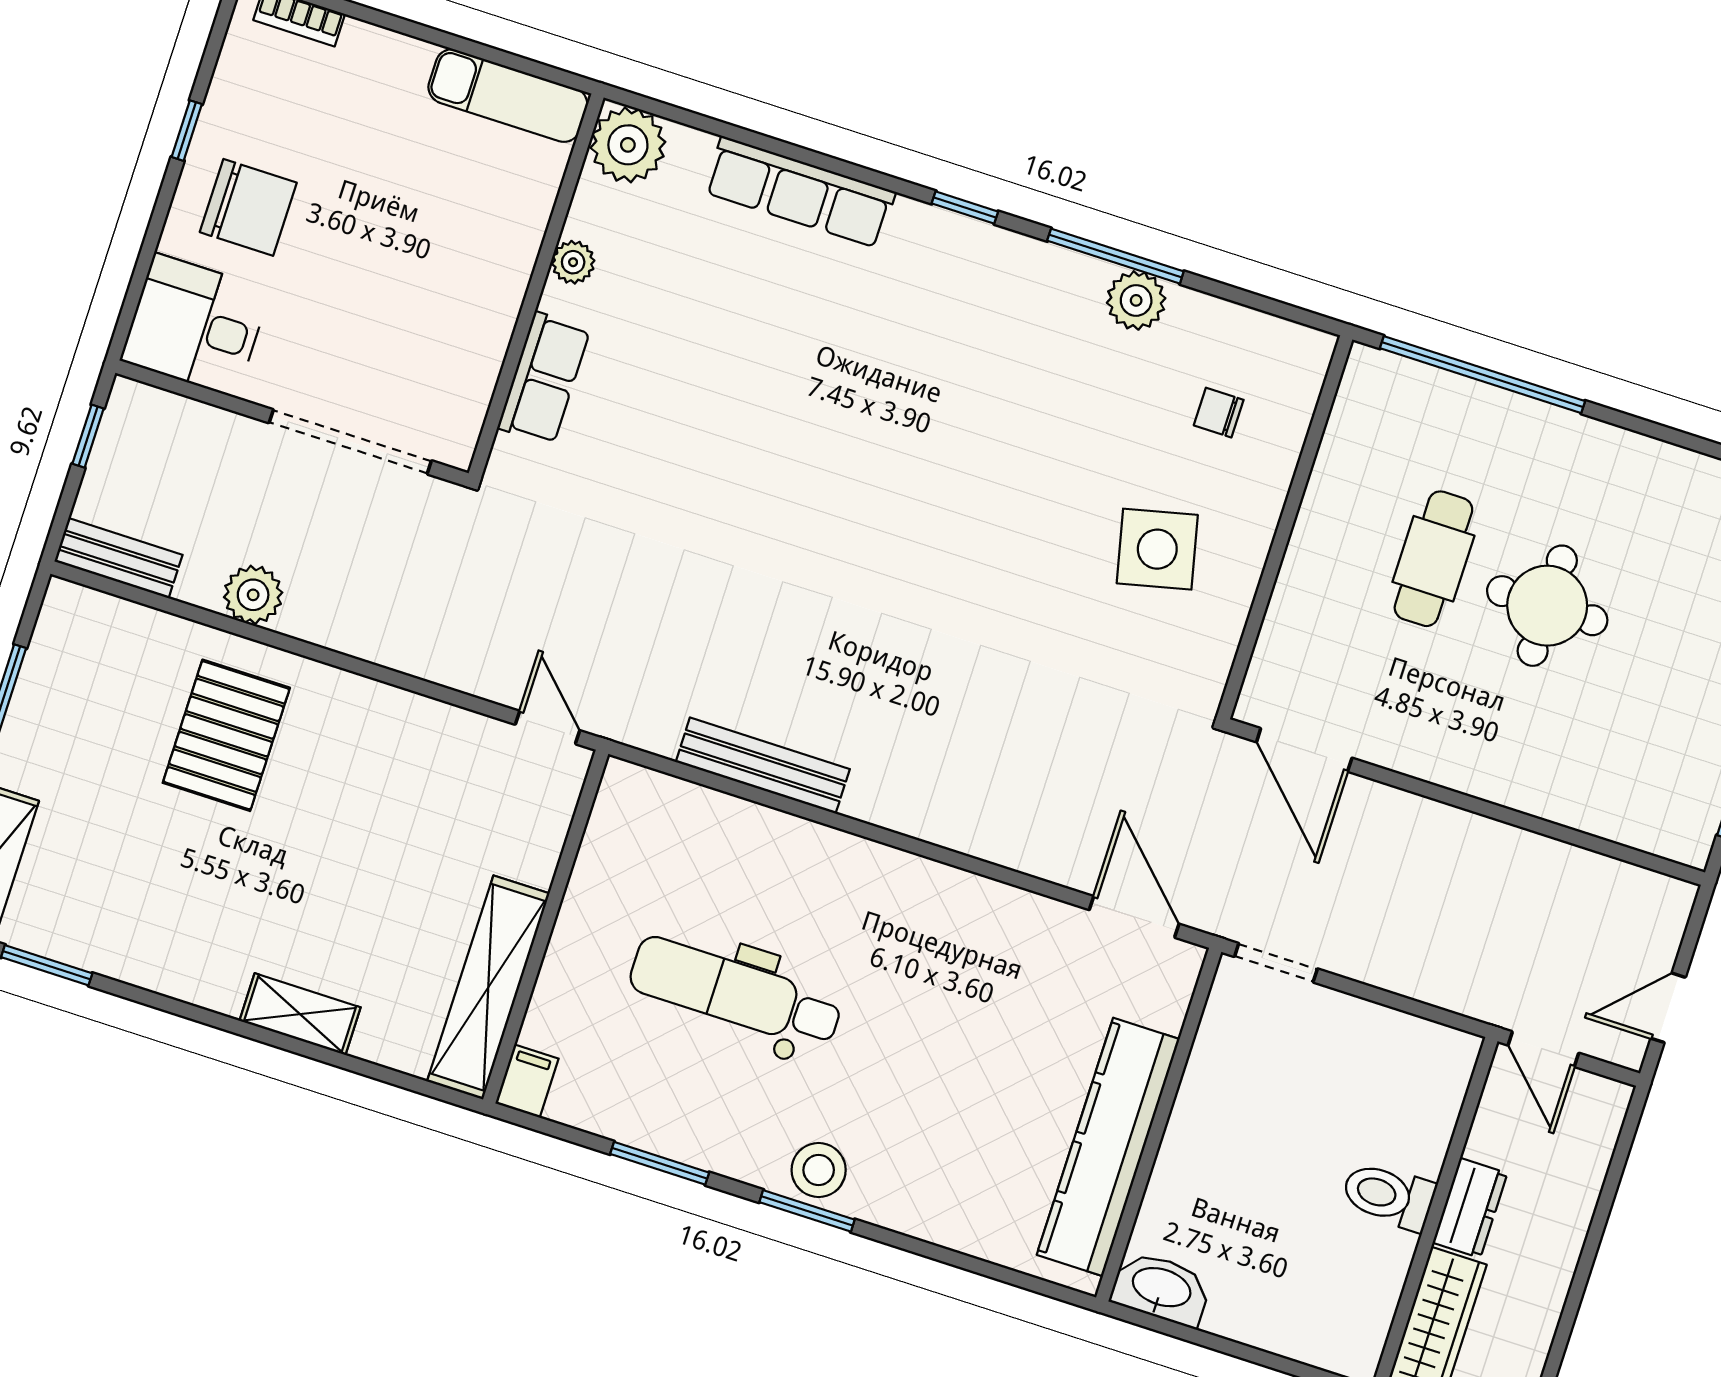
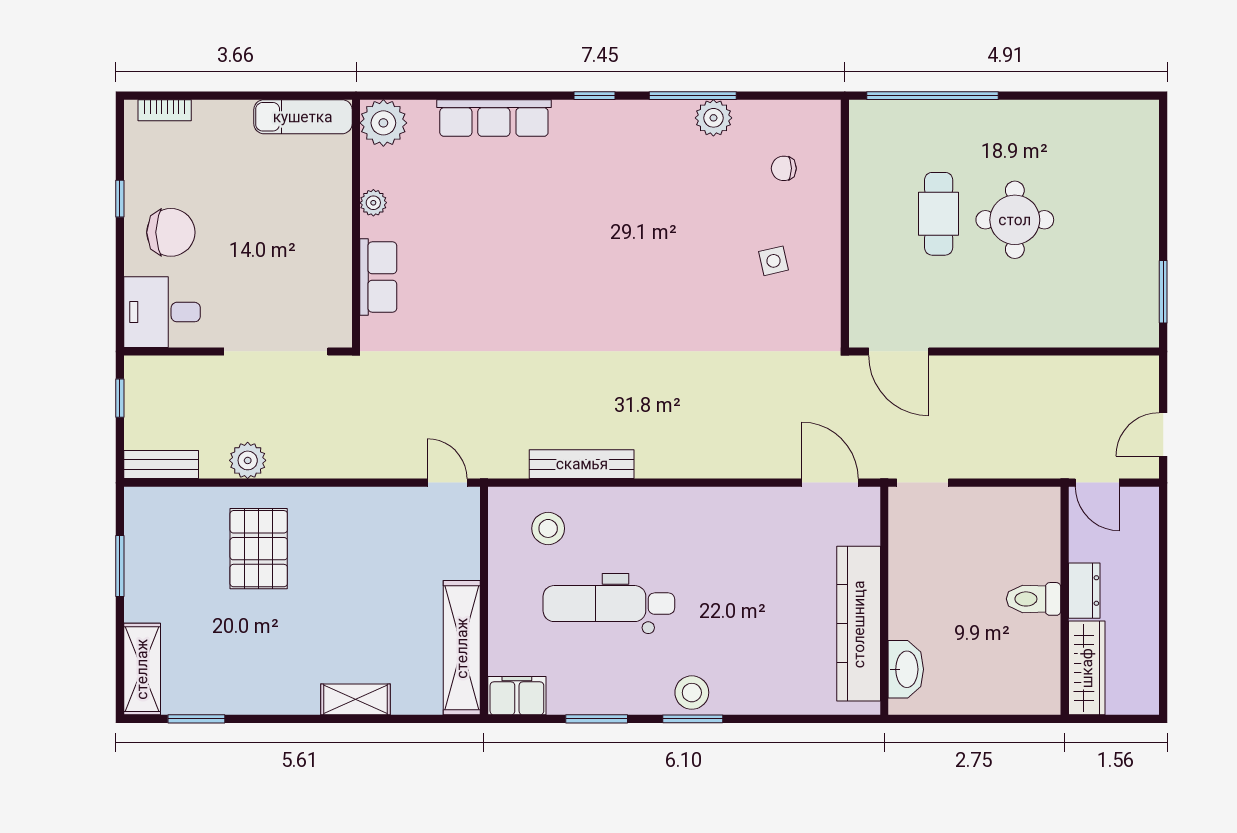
side table: (1157, 549) -> (773, 261), width x0.54, depth x0.54
stool: (680, 848) -> (548, 528), added
filing cabinet: (527, 1081) -> (517, 696), width x2.00
washbasin: (1161, 1289) -> (906, 669), moved, turned 90

